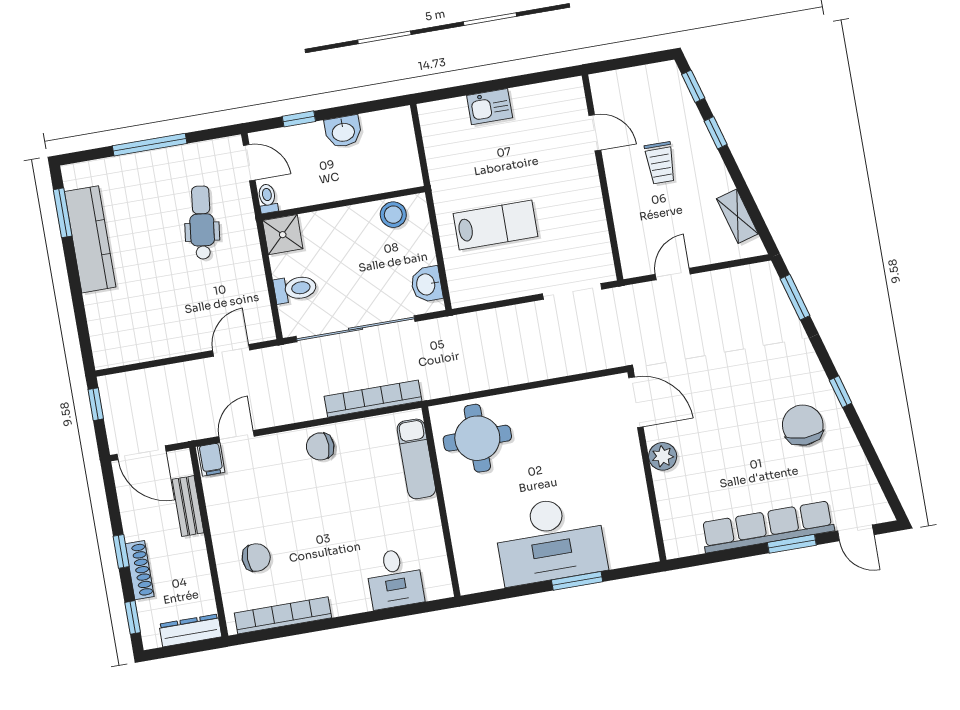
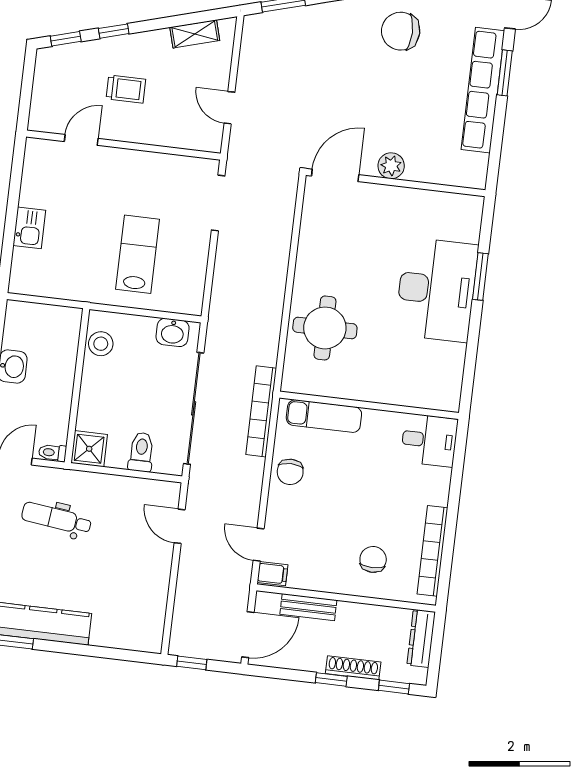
exam couch: (416, 459) -> (324, 416), moved
wall: (441, 502) -> (369, 405), moved

